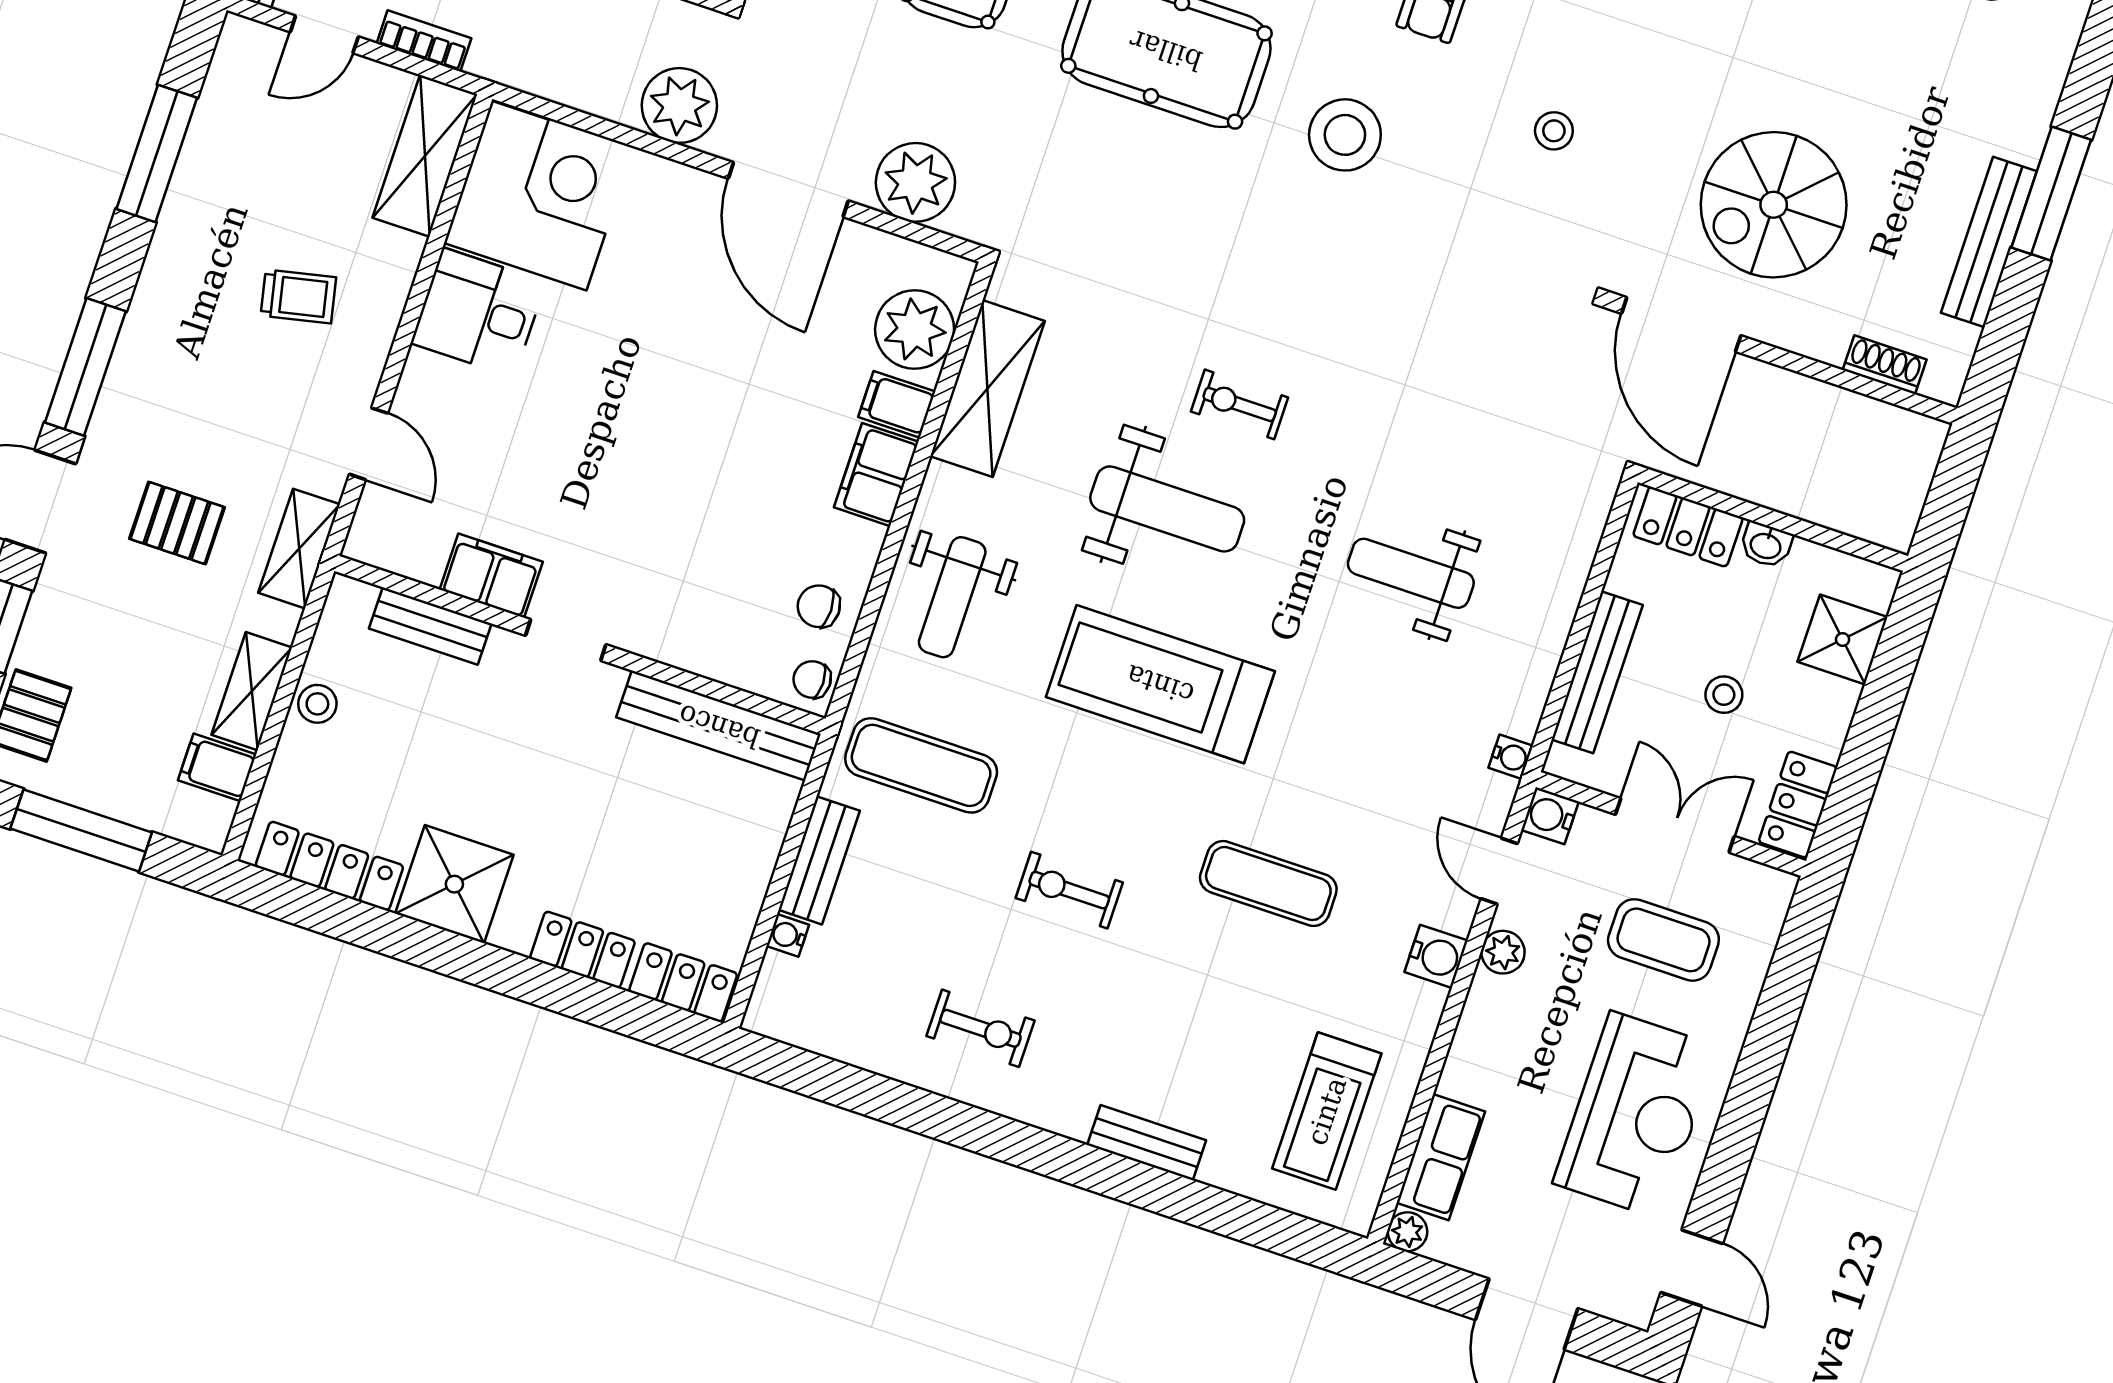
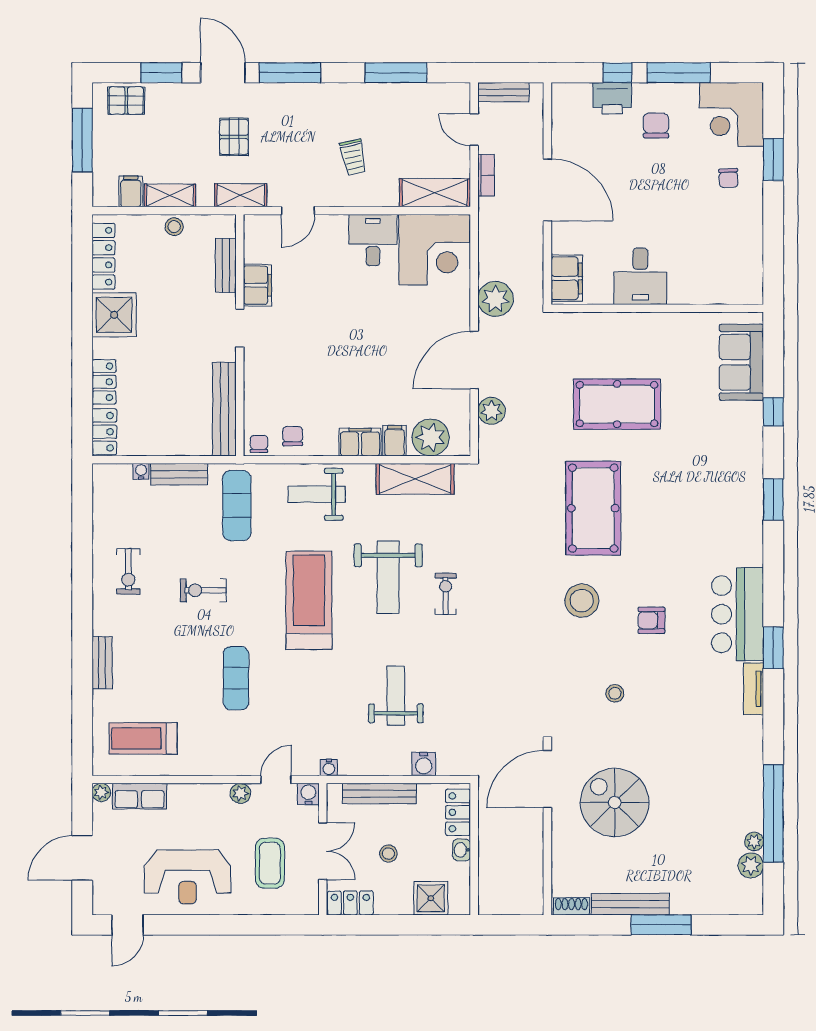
plant: (915, 182) -> (491, 411), width x0.73, depth x0.73
shoe rack: (1885, 365) -> (571, 906), moved, turned -90
exercise bike: (1069, 890) -> (203, 590), turned -90
water cooler: (1436, 956) -> (424, 764), moved

